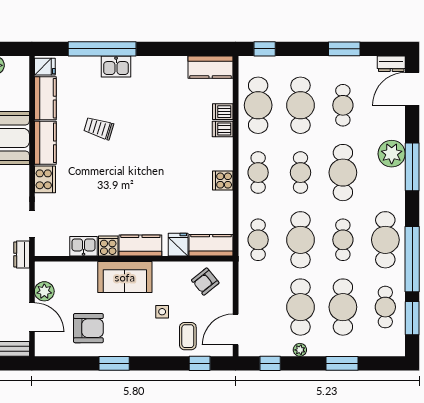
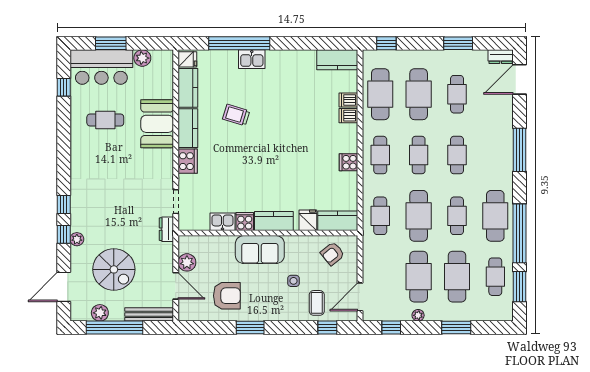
plant: (392, 154) -> (501, 138), removed
cafe table: (343, 173) -> (457, 155), width x0.73, depth x0.74

